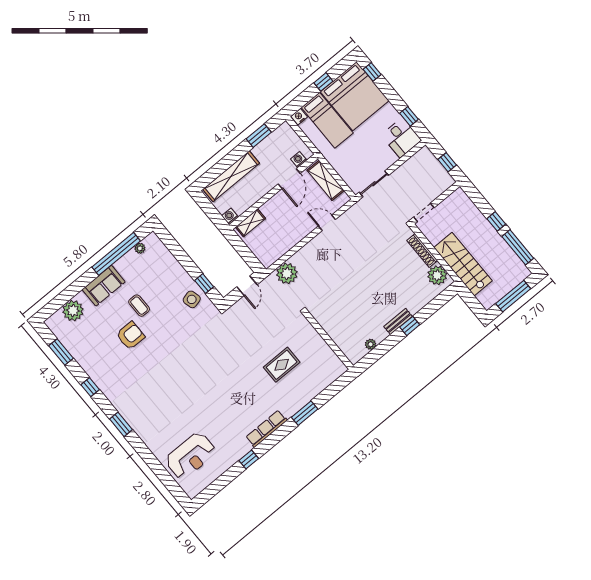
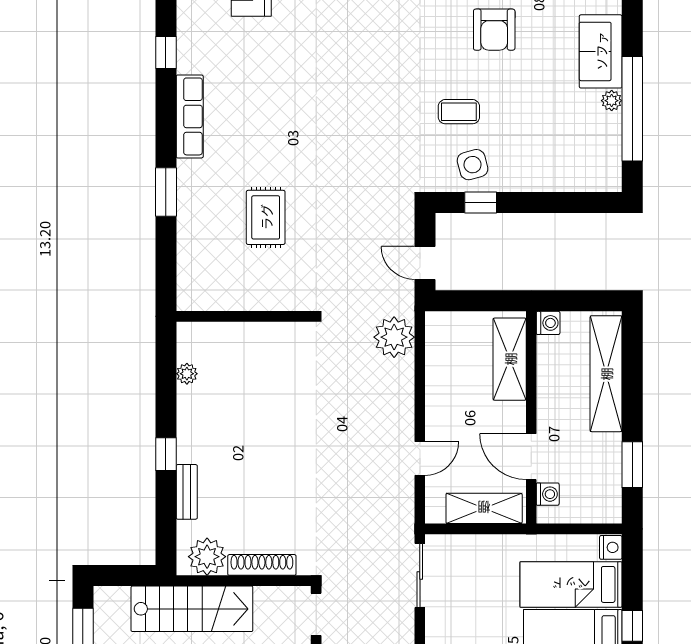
shelving: (250, 223) -> (510, 359), width x1.50, depth x1.33
plant: (140, 248) -> (612, 101), moved
coffee table: (139, 306) -> (459, 112), moved
bench: (398, 322) -> (187, 492), moved

